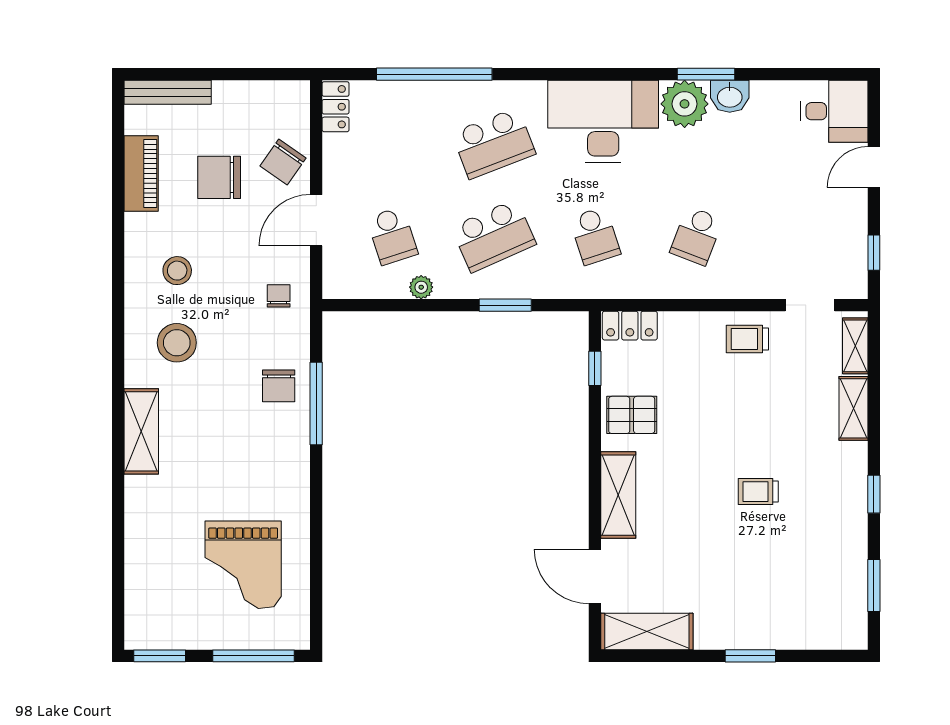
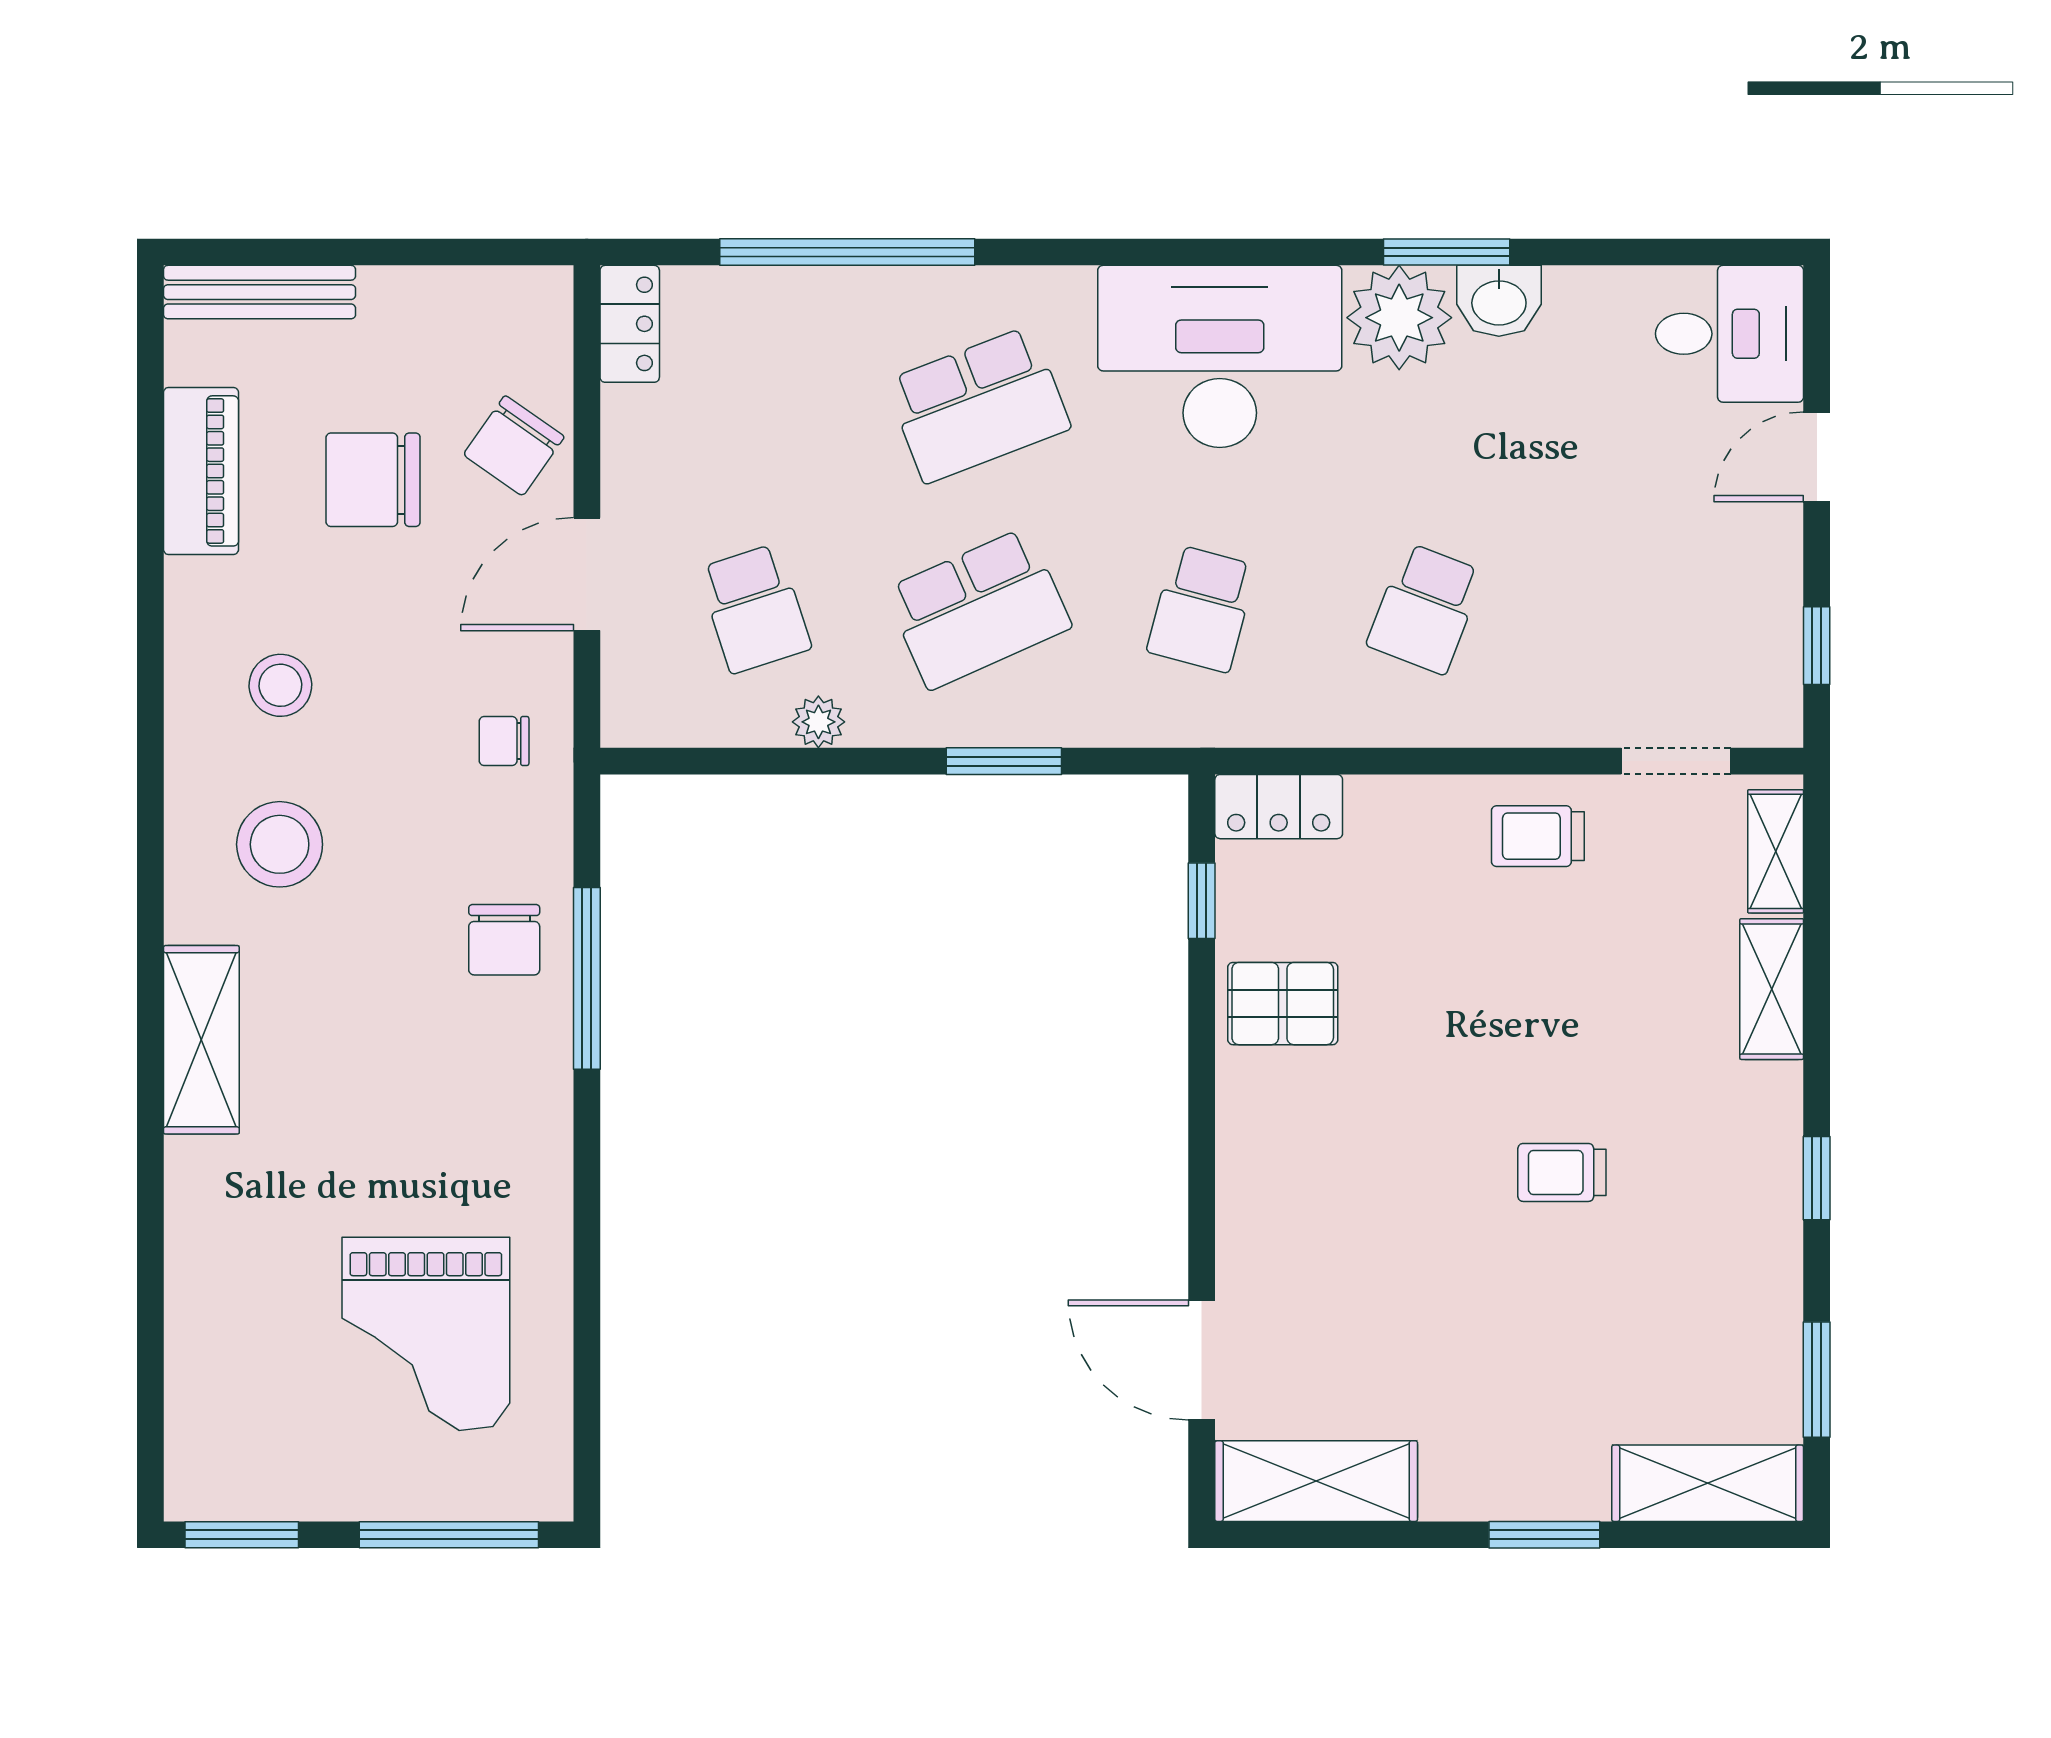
school desk: (595, 236) -> (1202, 609), turned 33
chair: (279, 296) -> (504, 741), turned -90
shelving: (618, 495) -> (1708, 1483), moved, turned 90

